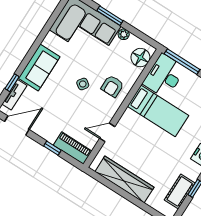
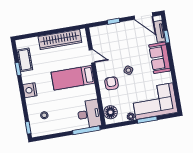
bed: (158, 111) -> (73, 78), moved
door: (17, 126) -> (143, 16), hinge flipped
door: (107, 132) -> (92, 56), hinge flipped
piano: (73, 148) -> (103, 31), removed

